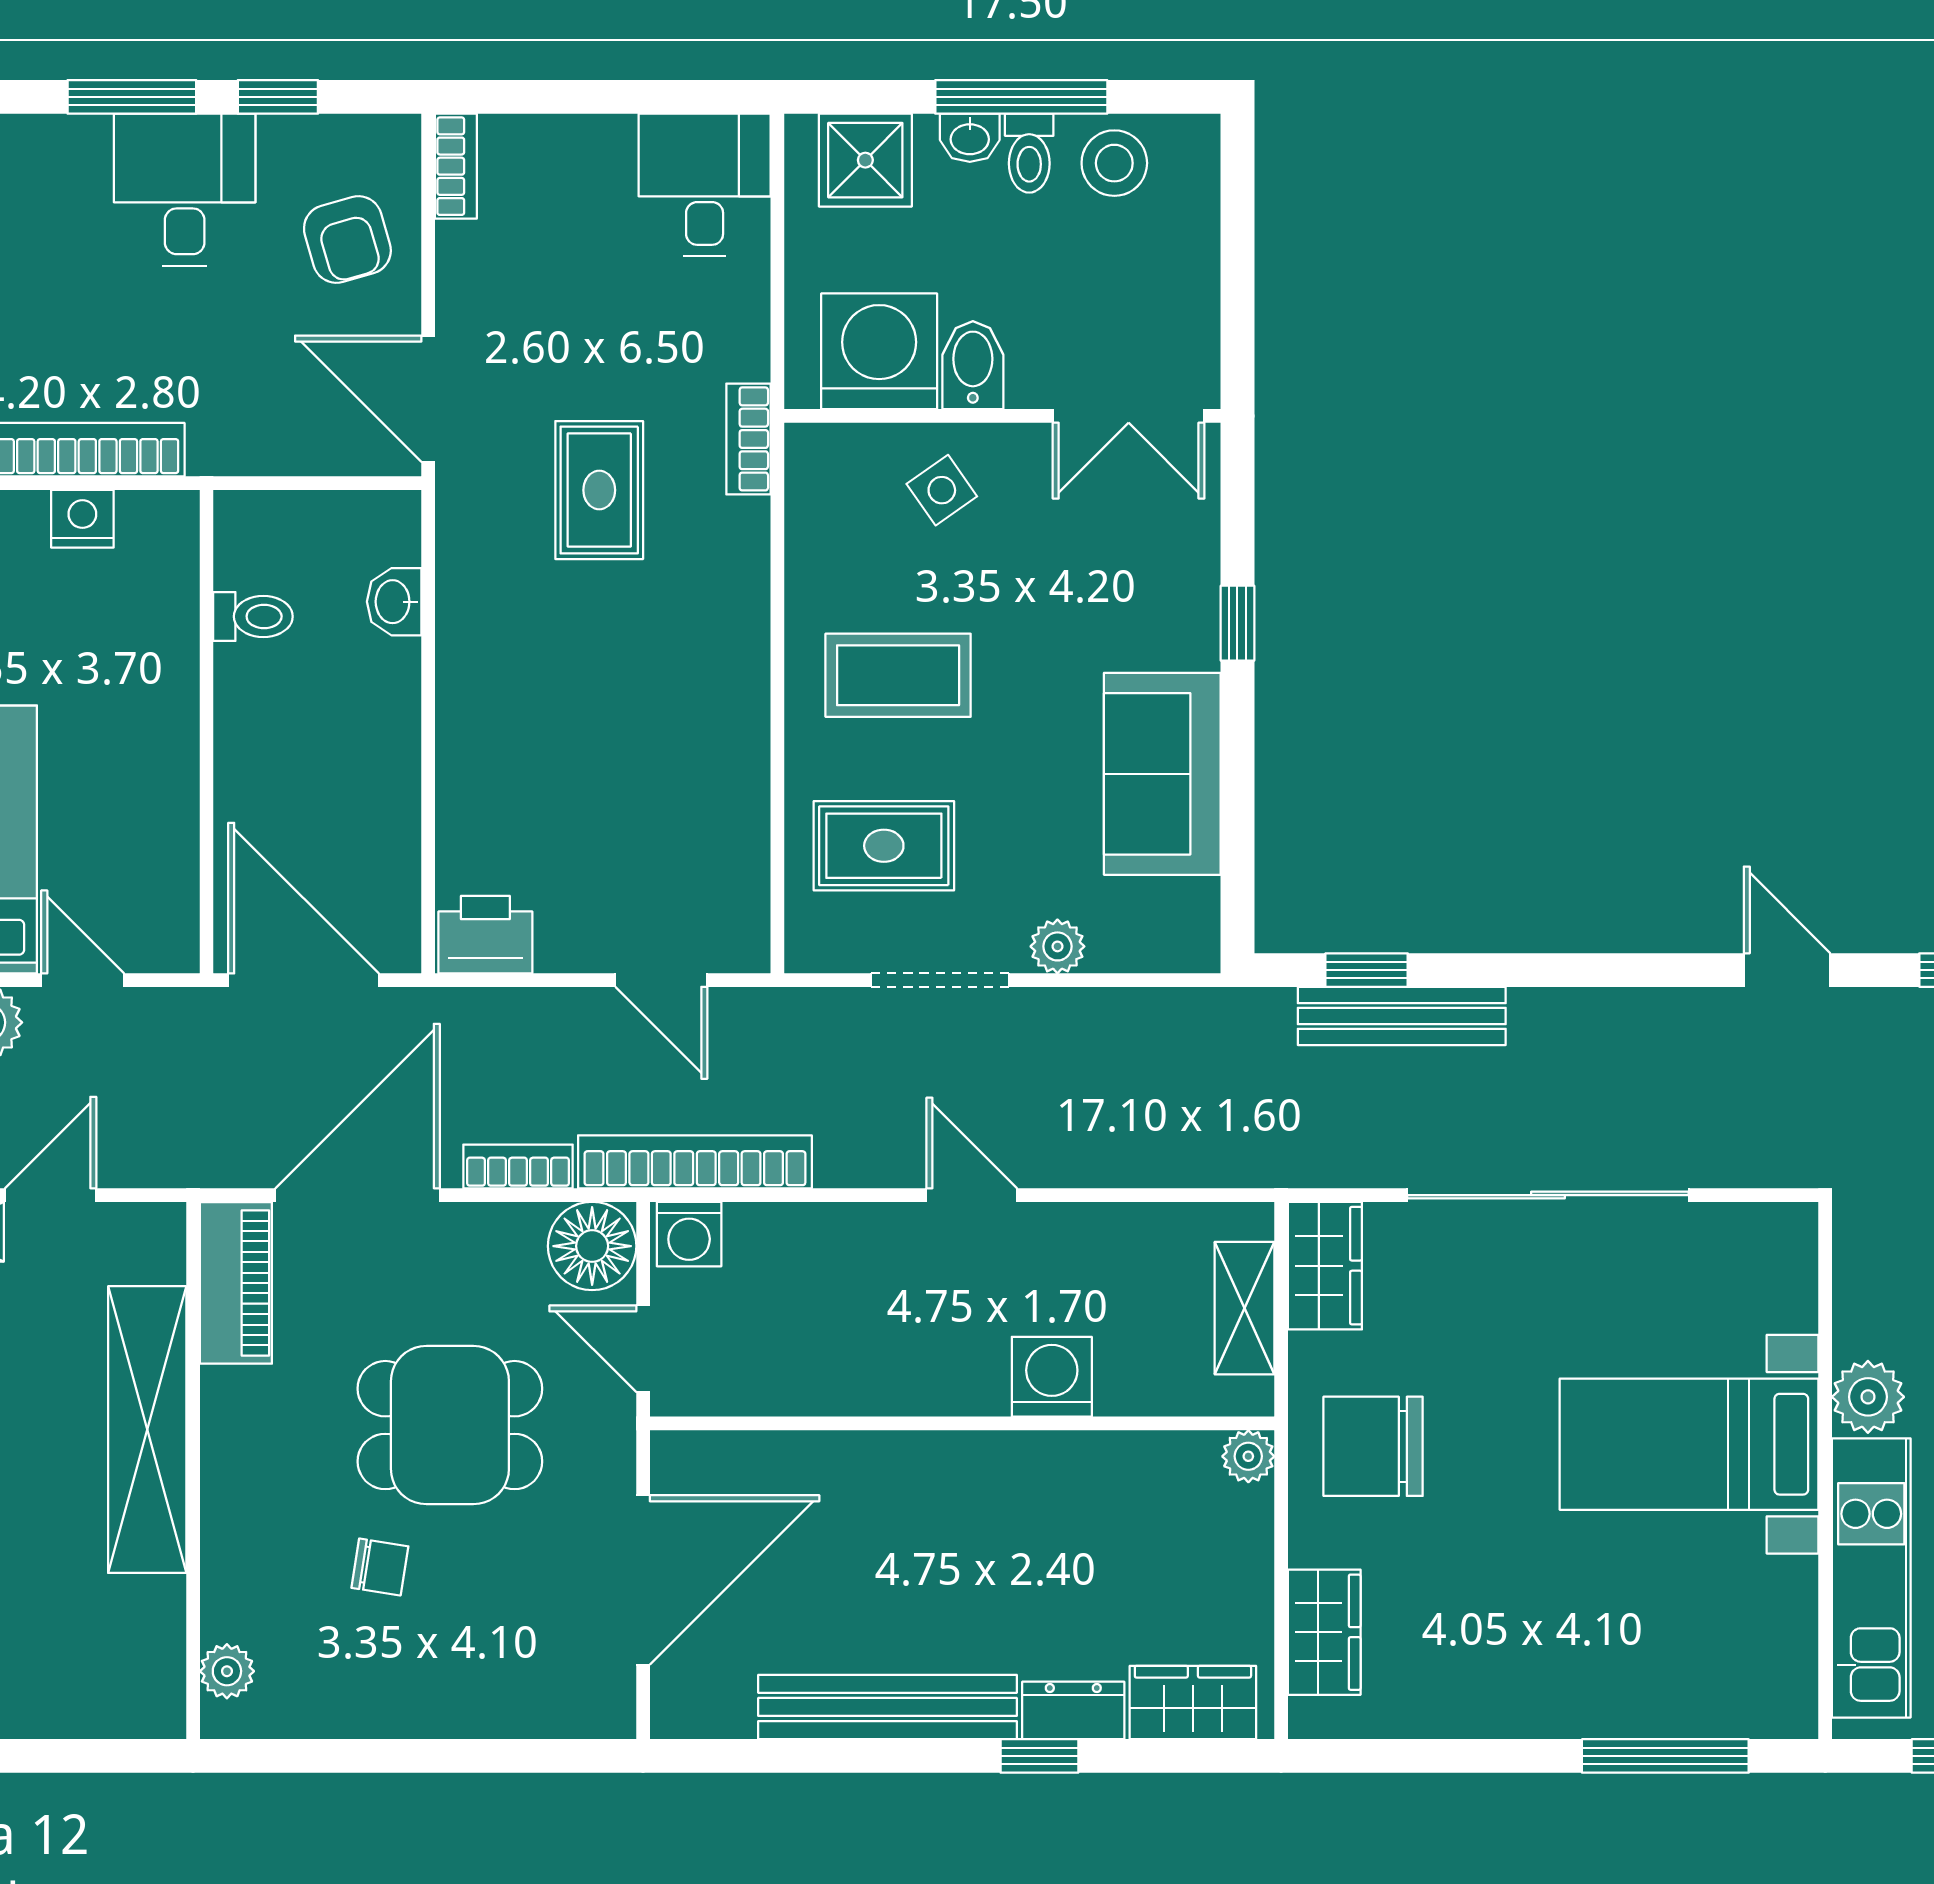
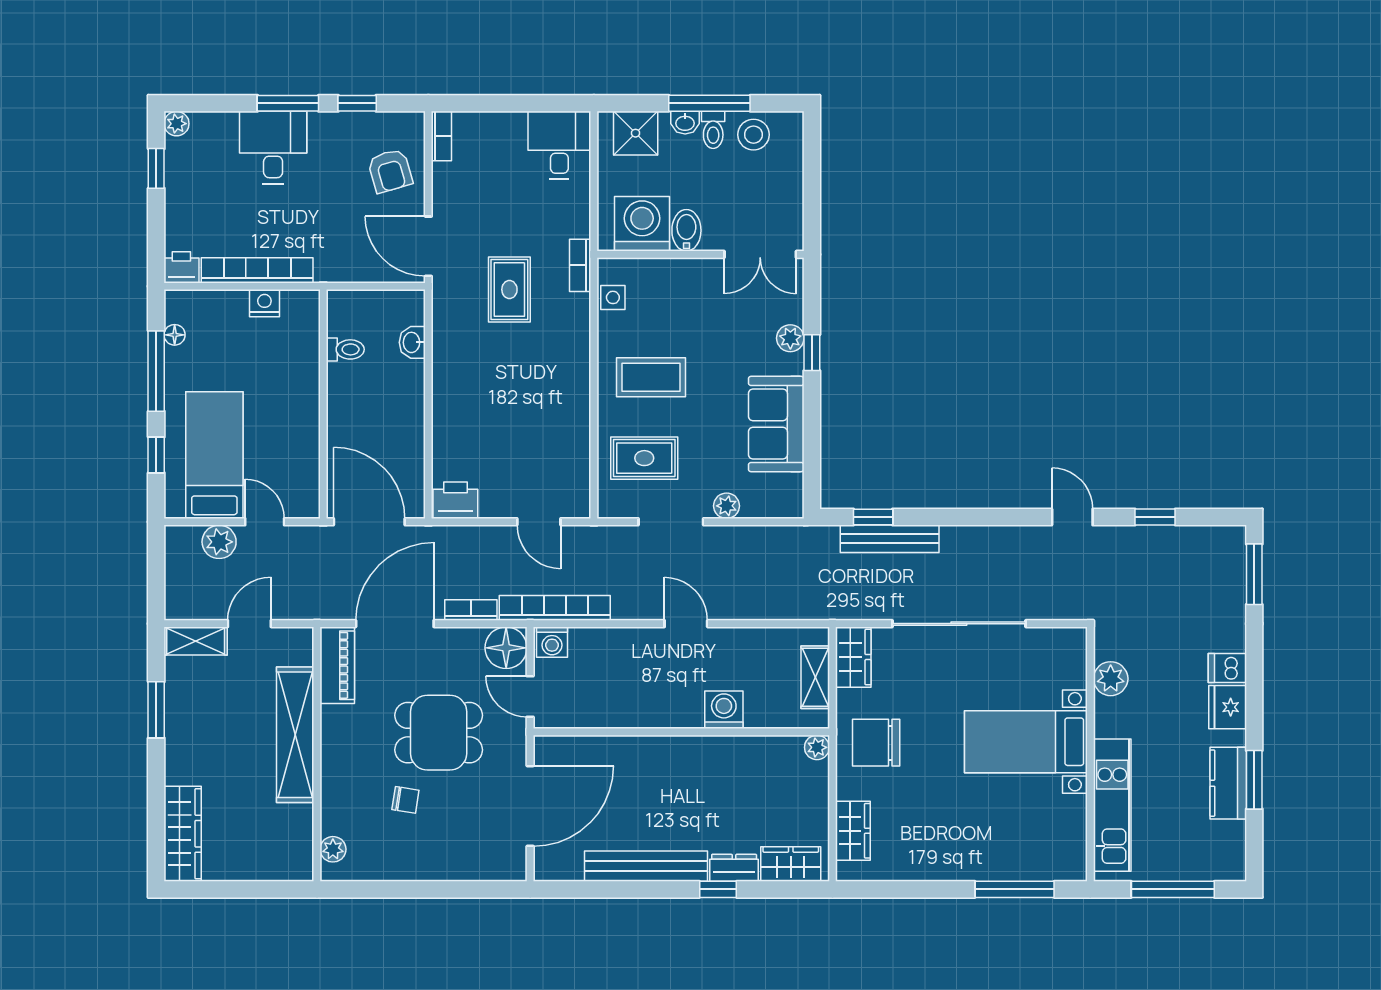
desk: (185, 190) -> (273, 147), moved
side table: (942, 490) -> (613, 297), moved, turned 35
plant: (1192, 593) -> (790, 338), added
plant: (1868, 1397) -> (1111, 679), moved

